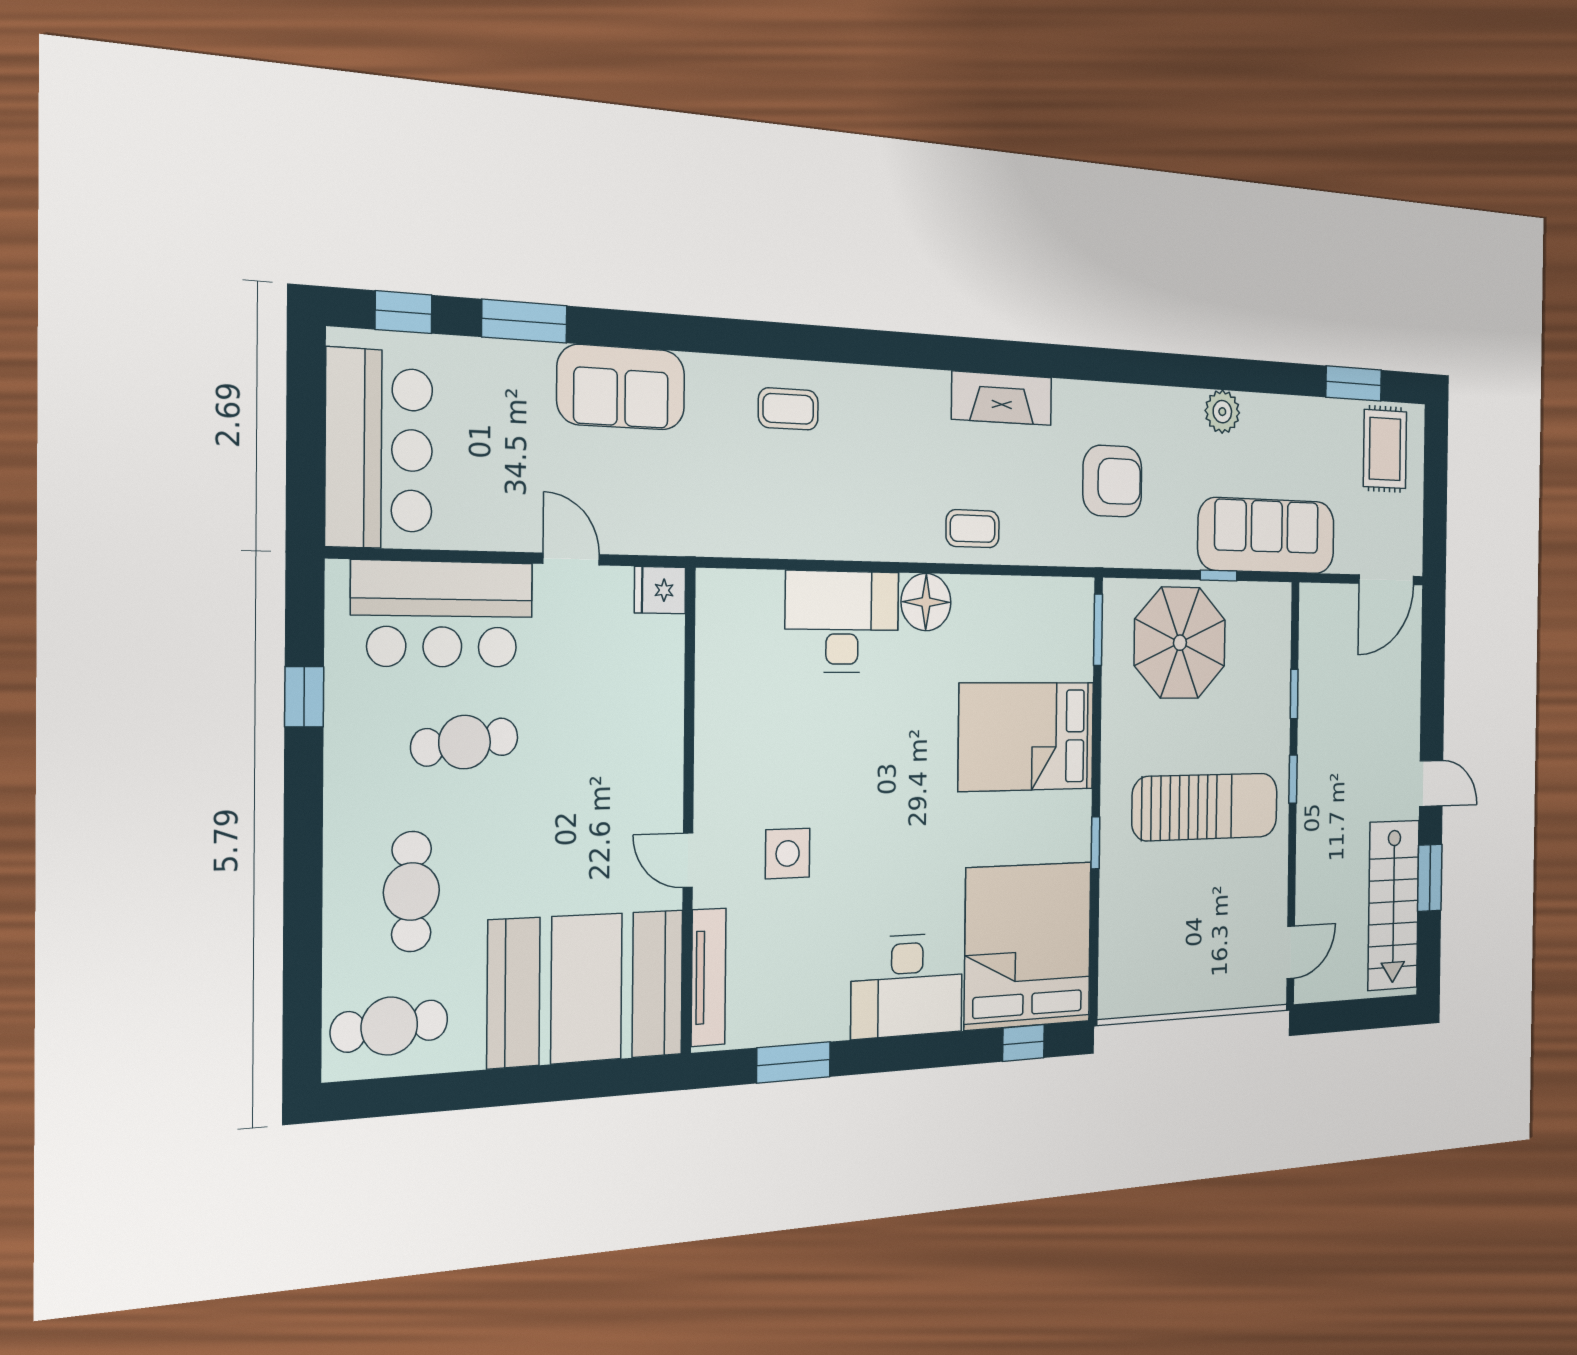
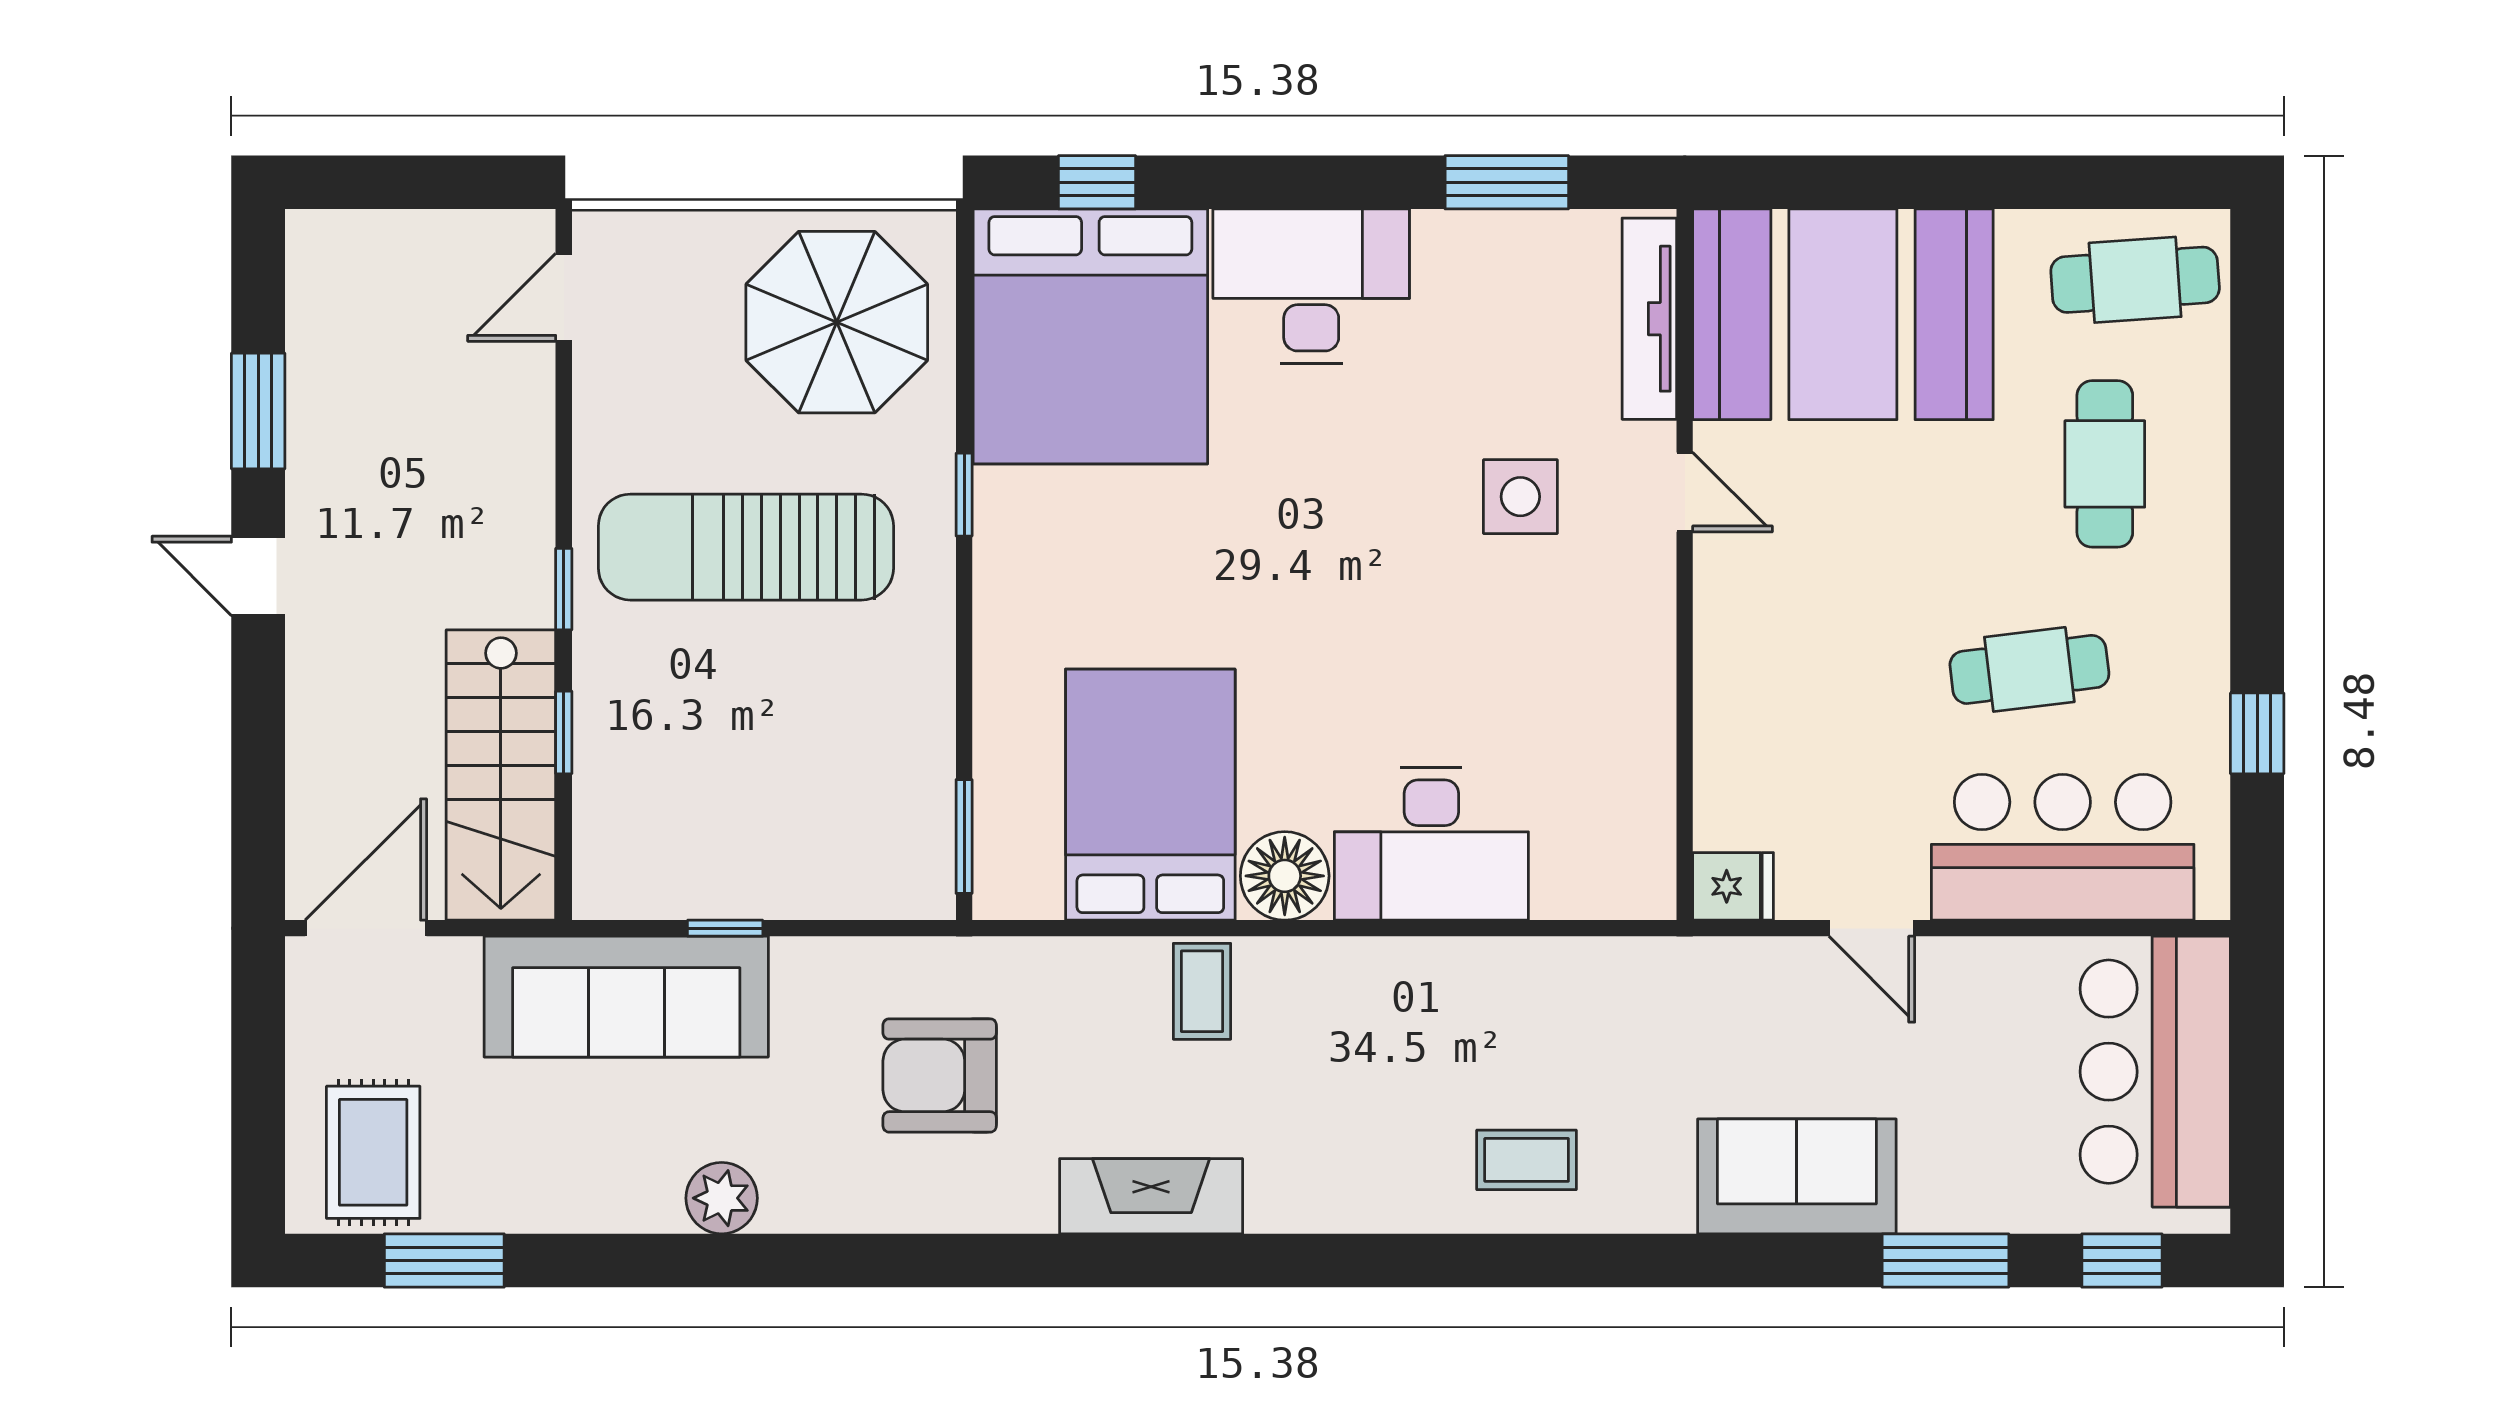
coffee table: (973, 529) -> (1202, 991), turned 90
parasol: (1180, 643) -> (837, 322), moved
bed: (1027, 736) -> (1150, 795), moved, turned -90
stairs: (1394, 905) -> (501, 775), moved, turned 180

